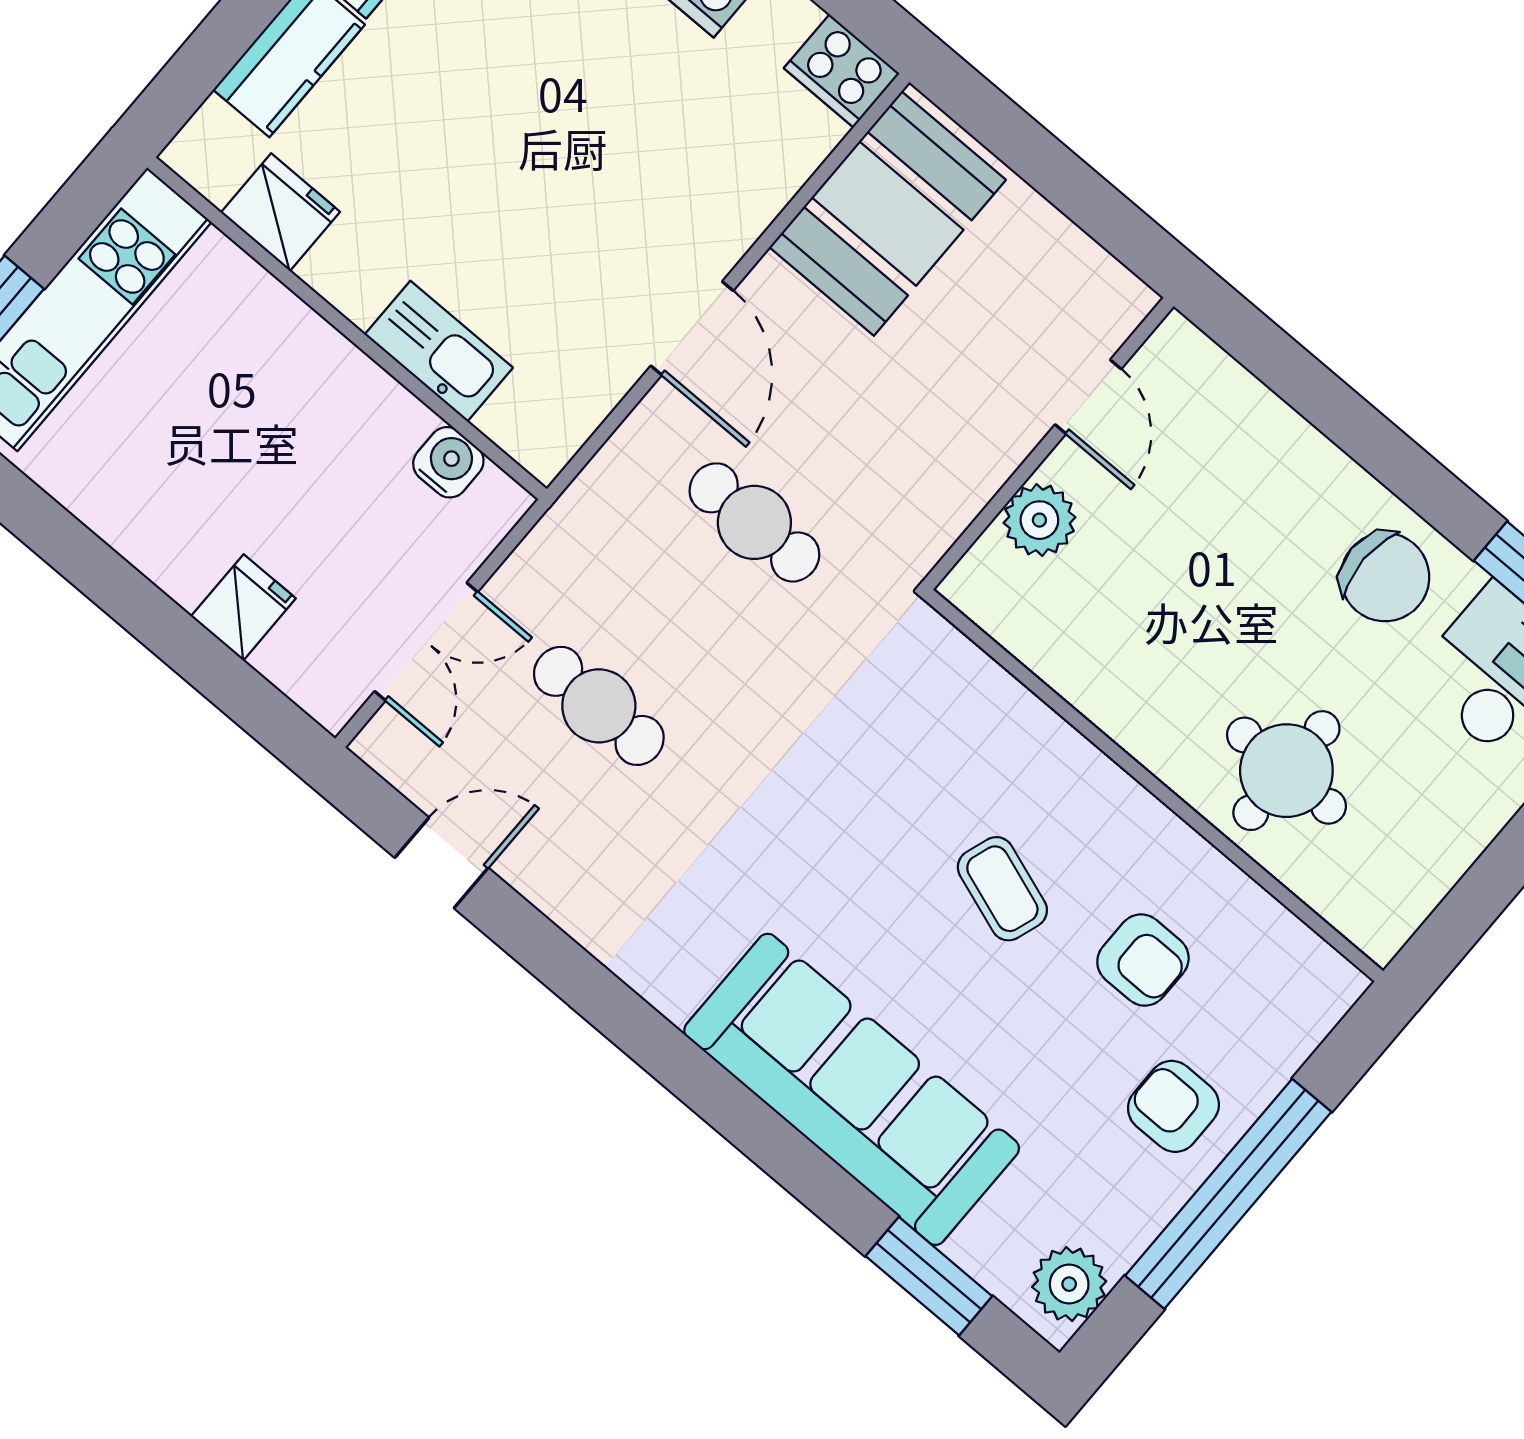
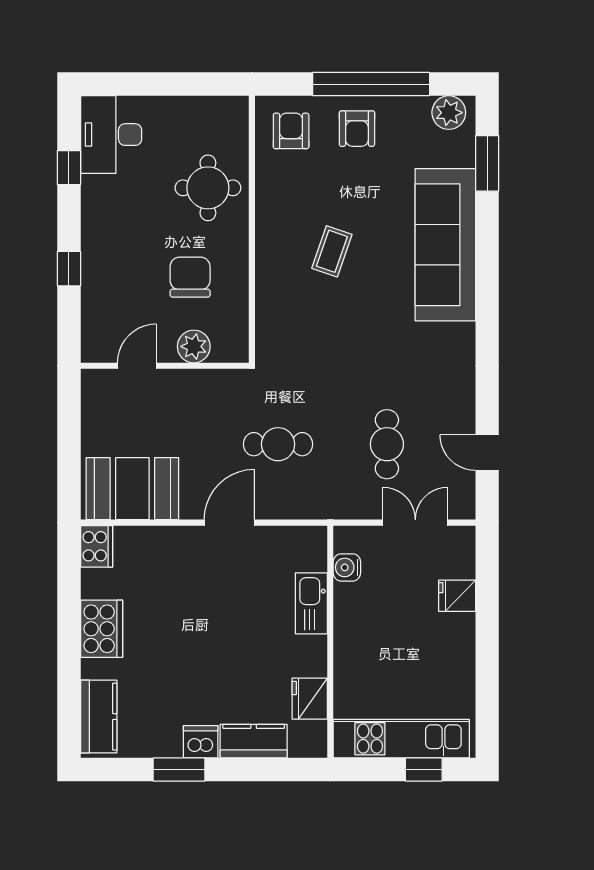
window: (1349, 421) -> (69, 269), added
cafe table: (754, 522) -> (278, 444), turned 90
chair: (1385, 577) -> (190, 277), moved
armchair: (1143, 960) -> (291, 131), moved

